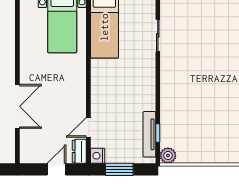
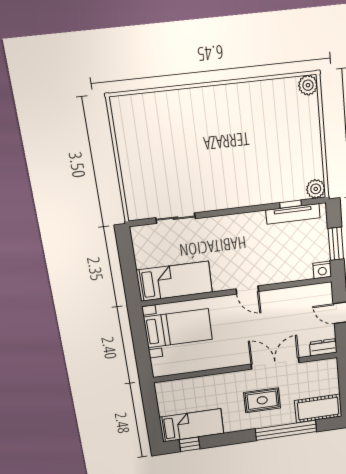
door: (88, 127) -> (247, 290), moved
dresser: (79, 151) -> (323, 347), moved, turned 180

